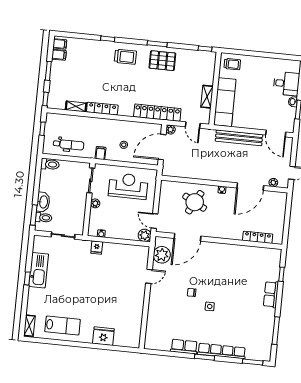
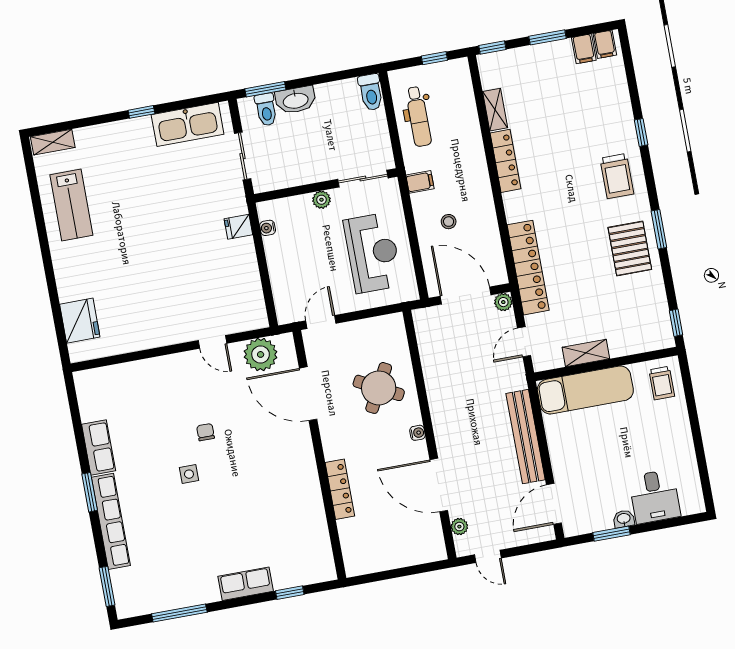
plant: (145, 235) -> (288, 311), removed
locker: (258, 237) -> (340, 489), moved
kitchen sink: (39, 270) -> (188, 124), moved
fridge: (103, 336) -> (80, 321), moved

